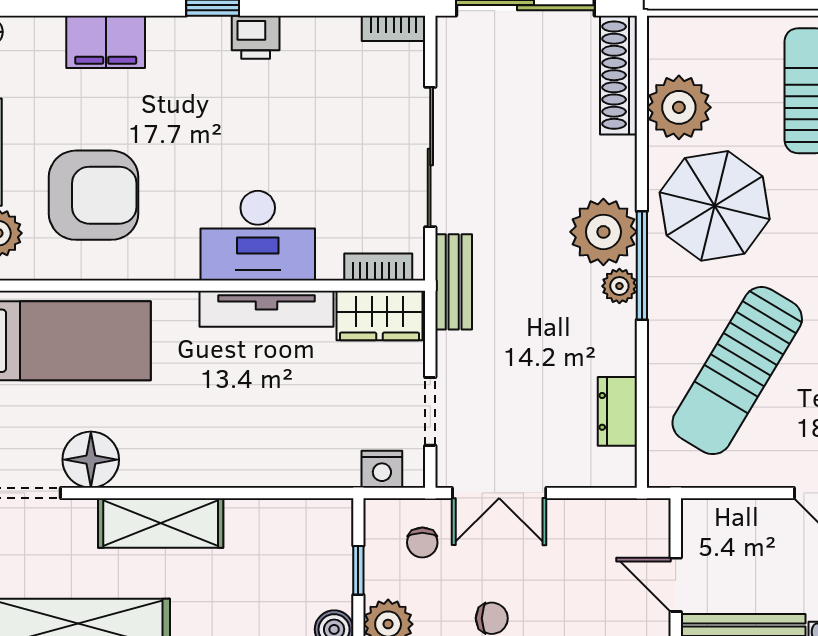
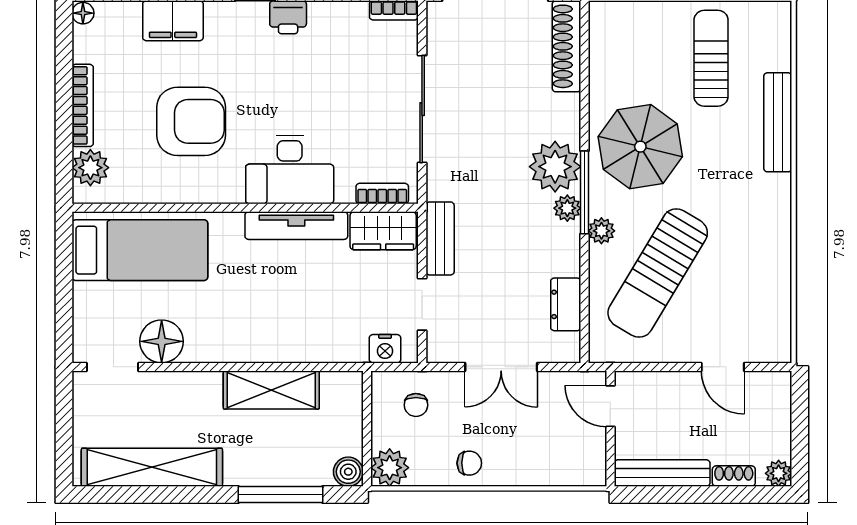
plant: (679, 107) -> (601, 231), moved, width x0.53, depth x0.53
armchair: (94, 195) -> (191, 121), moved
bench: (454, 282) -> (440, 238), moved
double door: (499, 493) -> (501, 367), moved
shelving: (161, 523) -> (271, 390), moved
window: (358, 570) -> (367, 426), removed
door: (676, 585) -> (610, 406), moved

